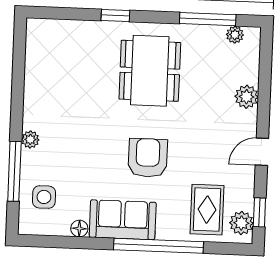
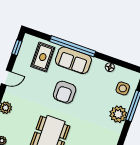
plant: (30, 140) -> (118, 114), width x1.88, depth x1.88
sofa: (123, 220) -> (73, 60), moved
plant: (241, 223) -> (28, 45), removed

